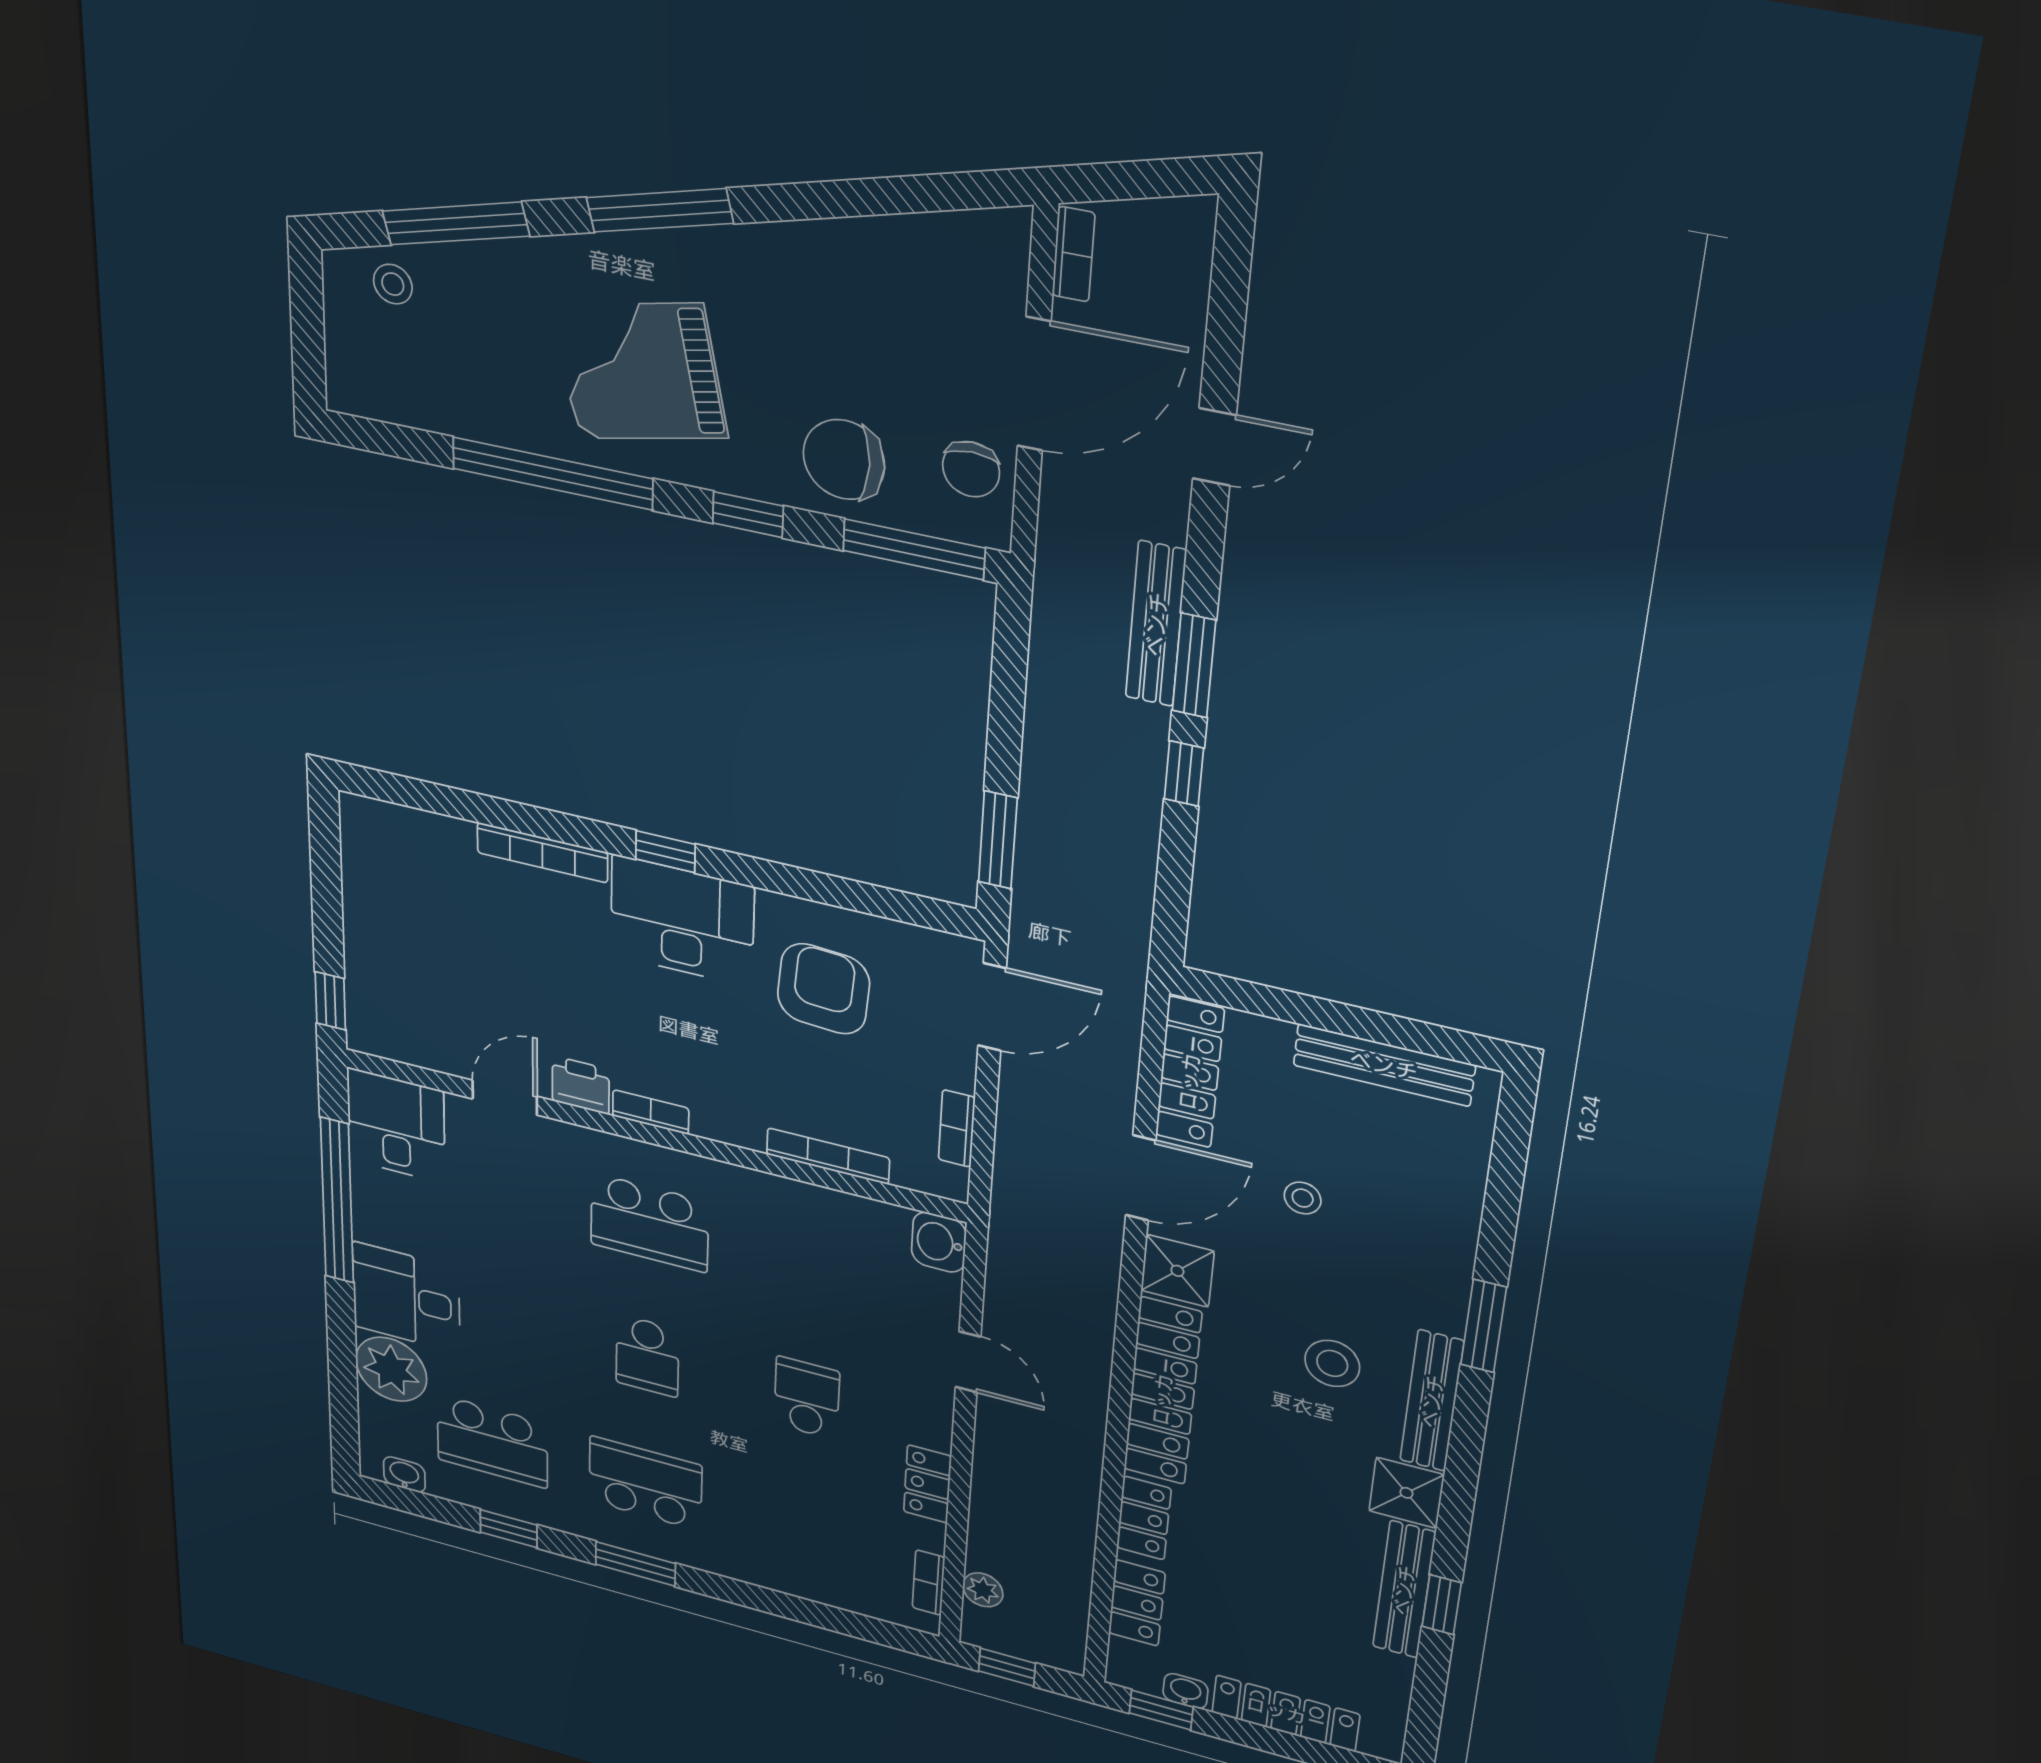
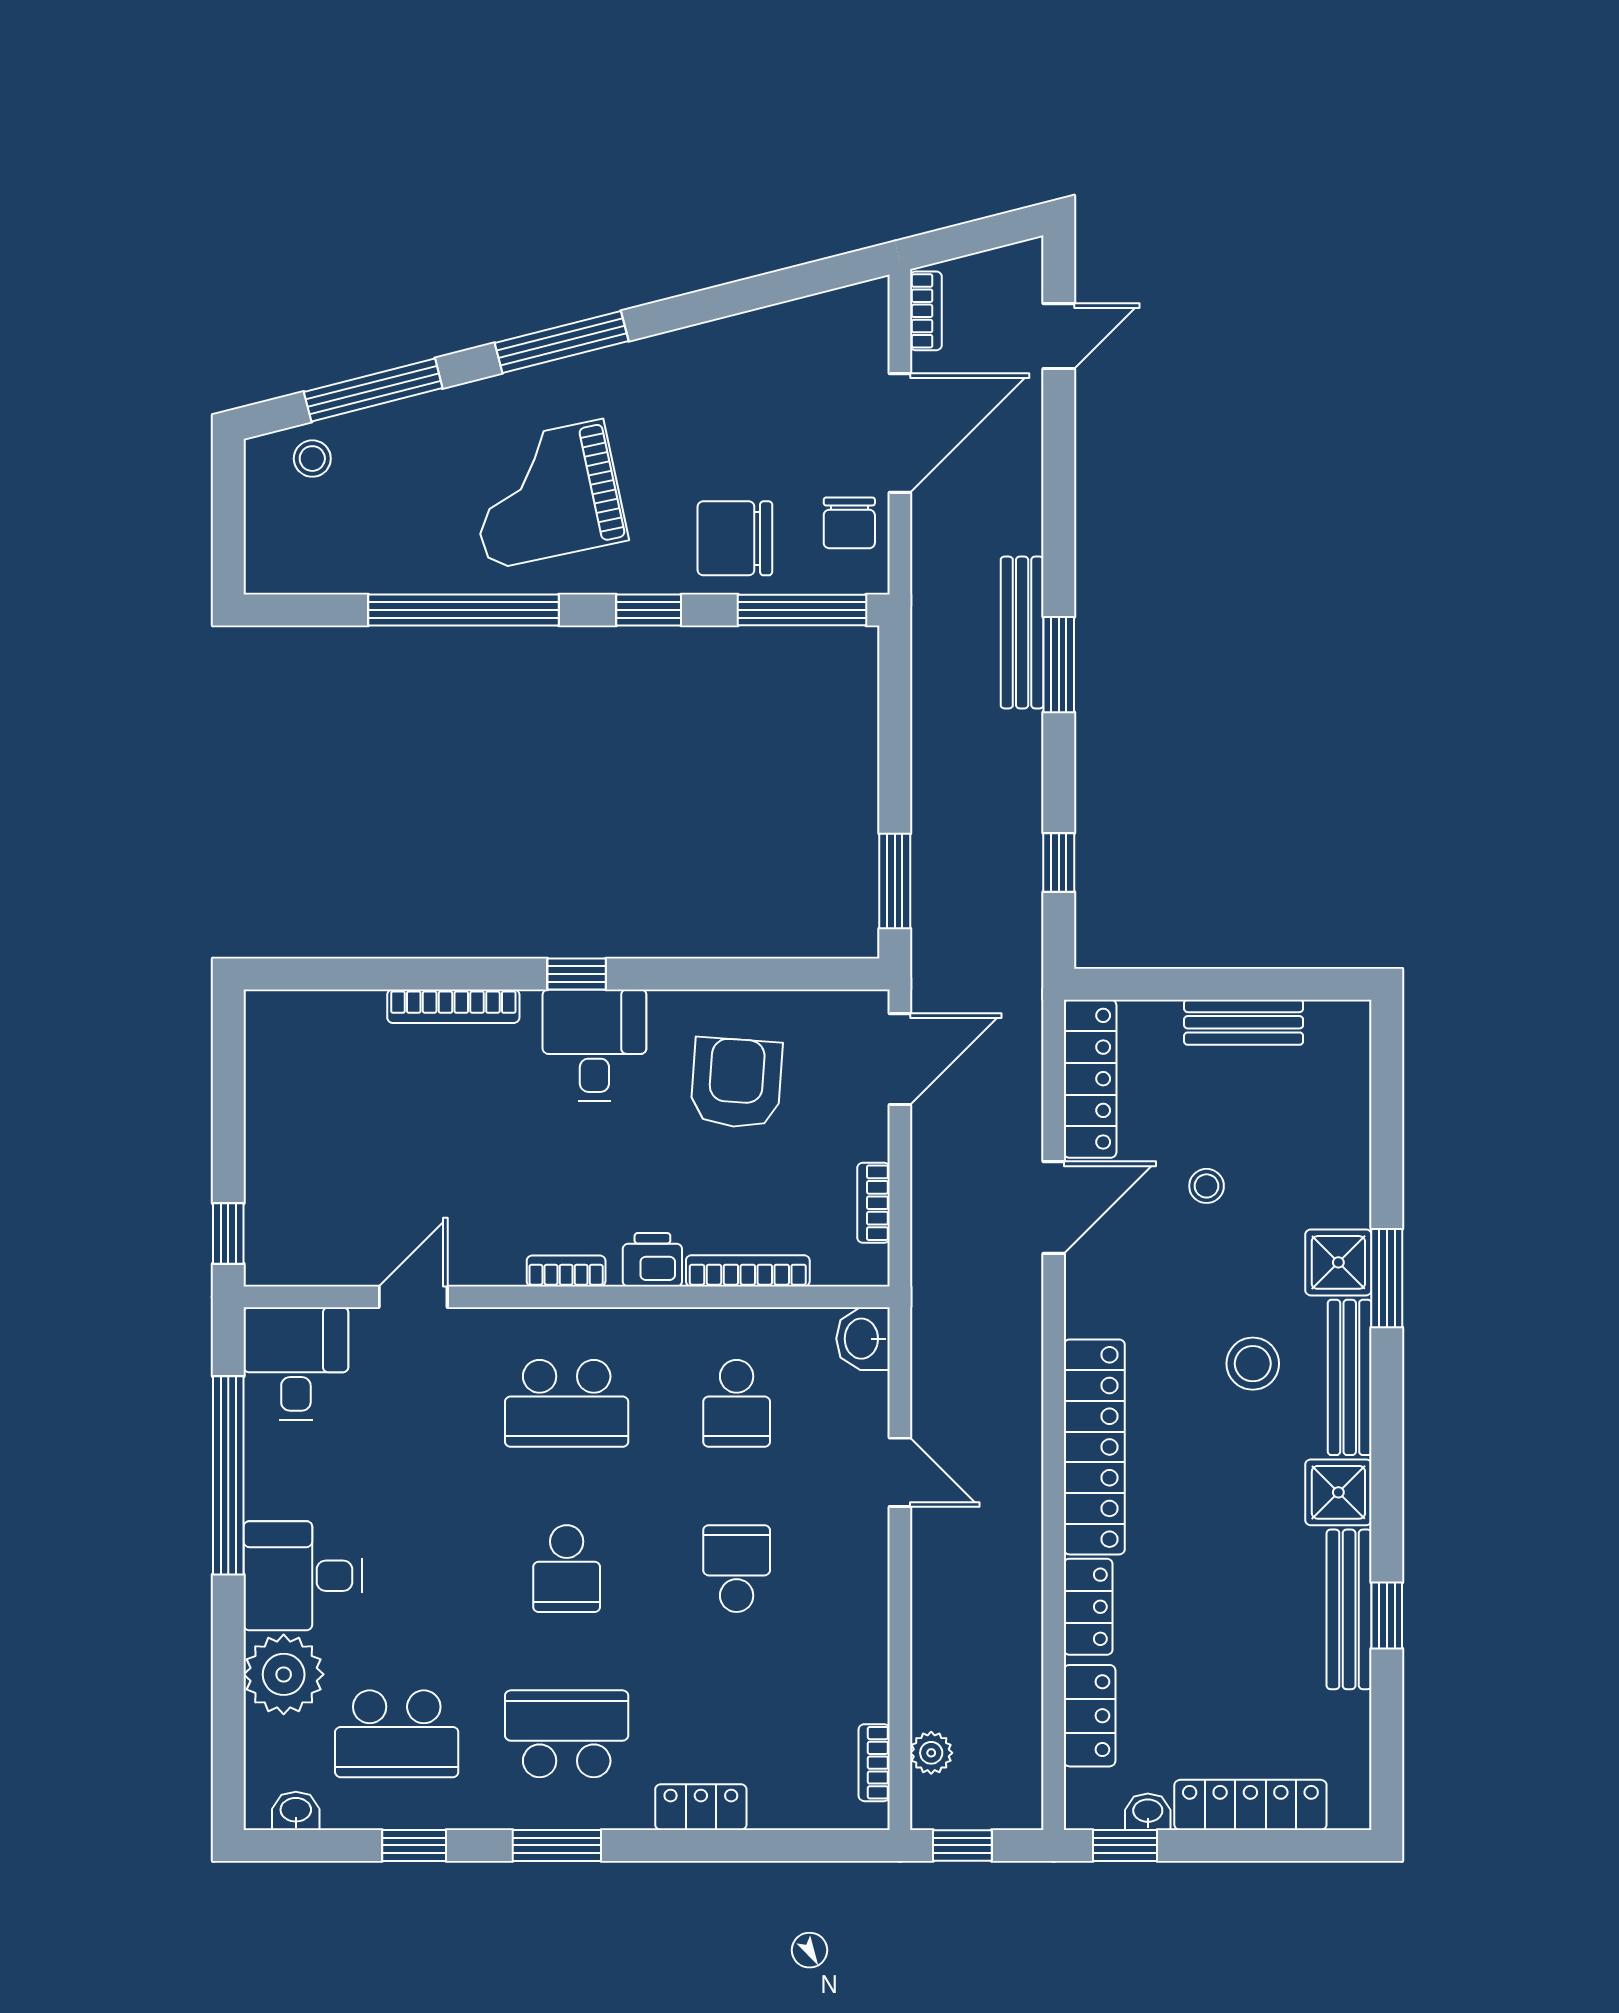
door: (1214, 447) -> (1059, 336), moved
window: (1184, 774) -> (1059, 862), moved
desk: (682, 921) -> (594, 1045), width x0.73
bench: (1384, 1065) -> (1244, 1022), width x0.73
printer: (581, 1085) -> (652, 1260), moved
school desk: (812, 1265) -> (737, 1403), added
shower: (1177, 1271) -> (1338, 1262), moved
locker: (927, 1484) -> (701, 1807), moved, turned 90

